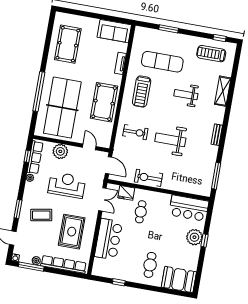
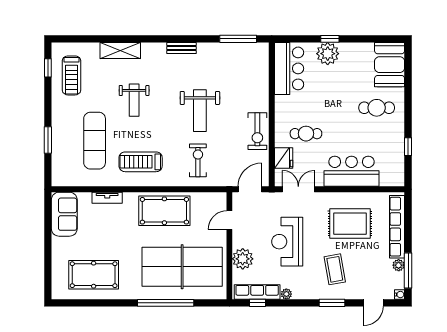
treadmill: (142, 92) -> (141, 162), turned 180

